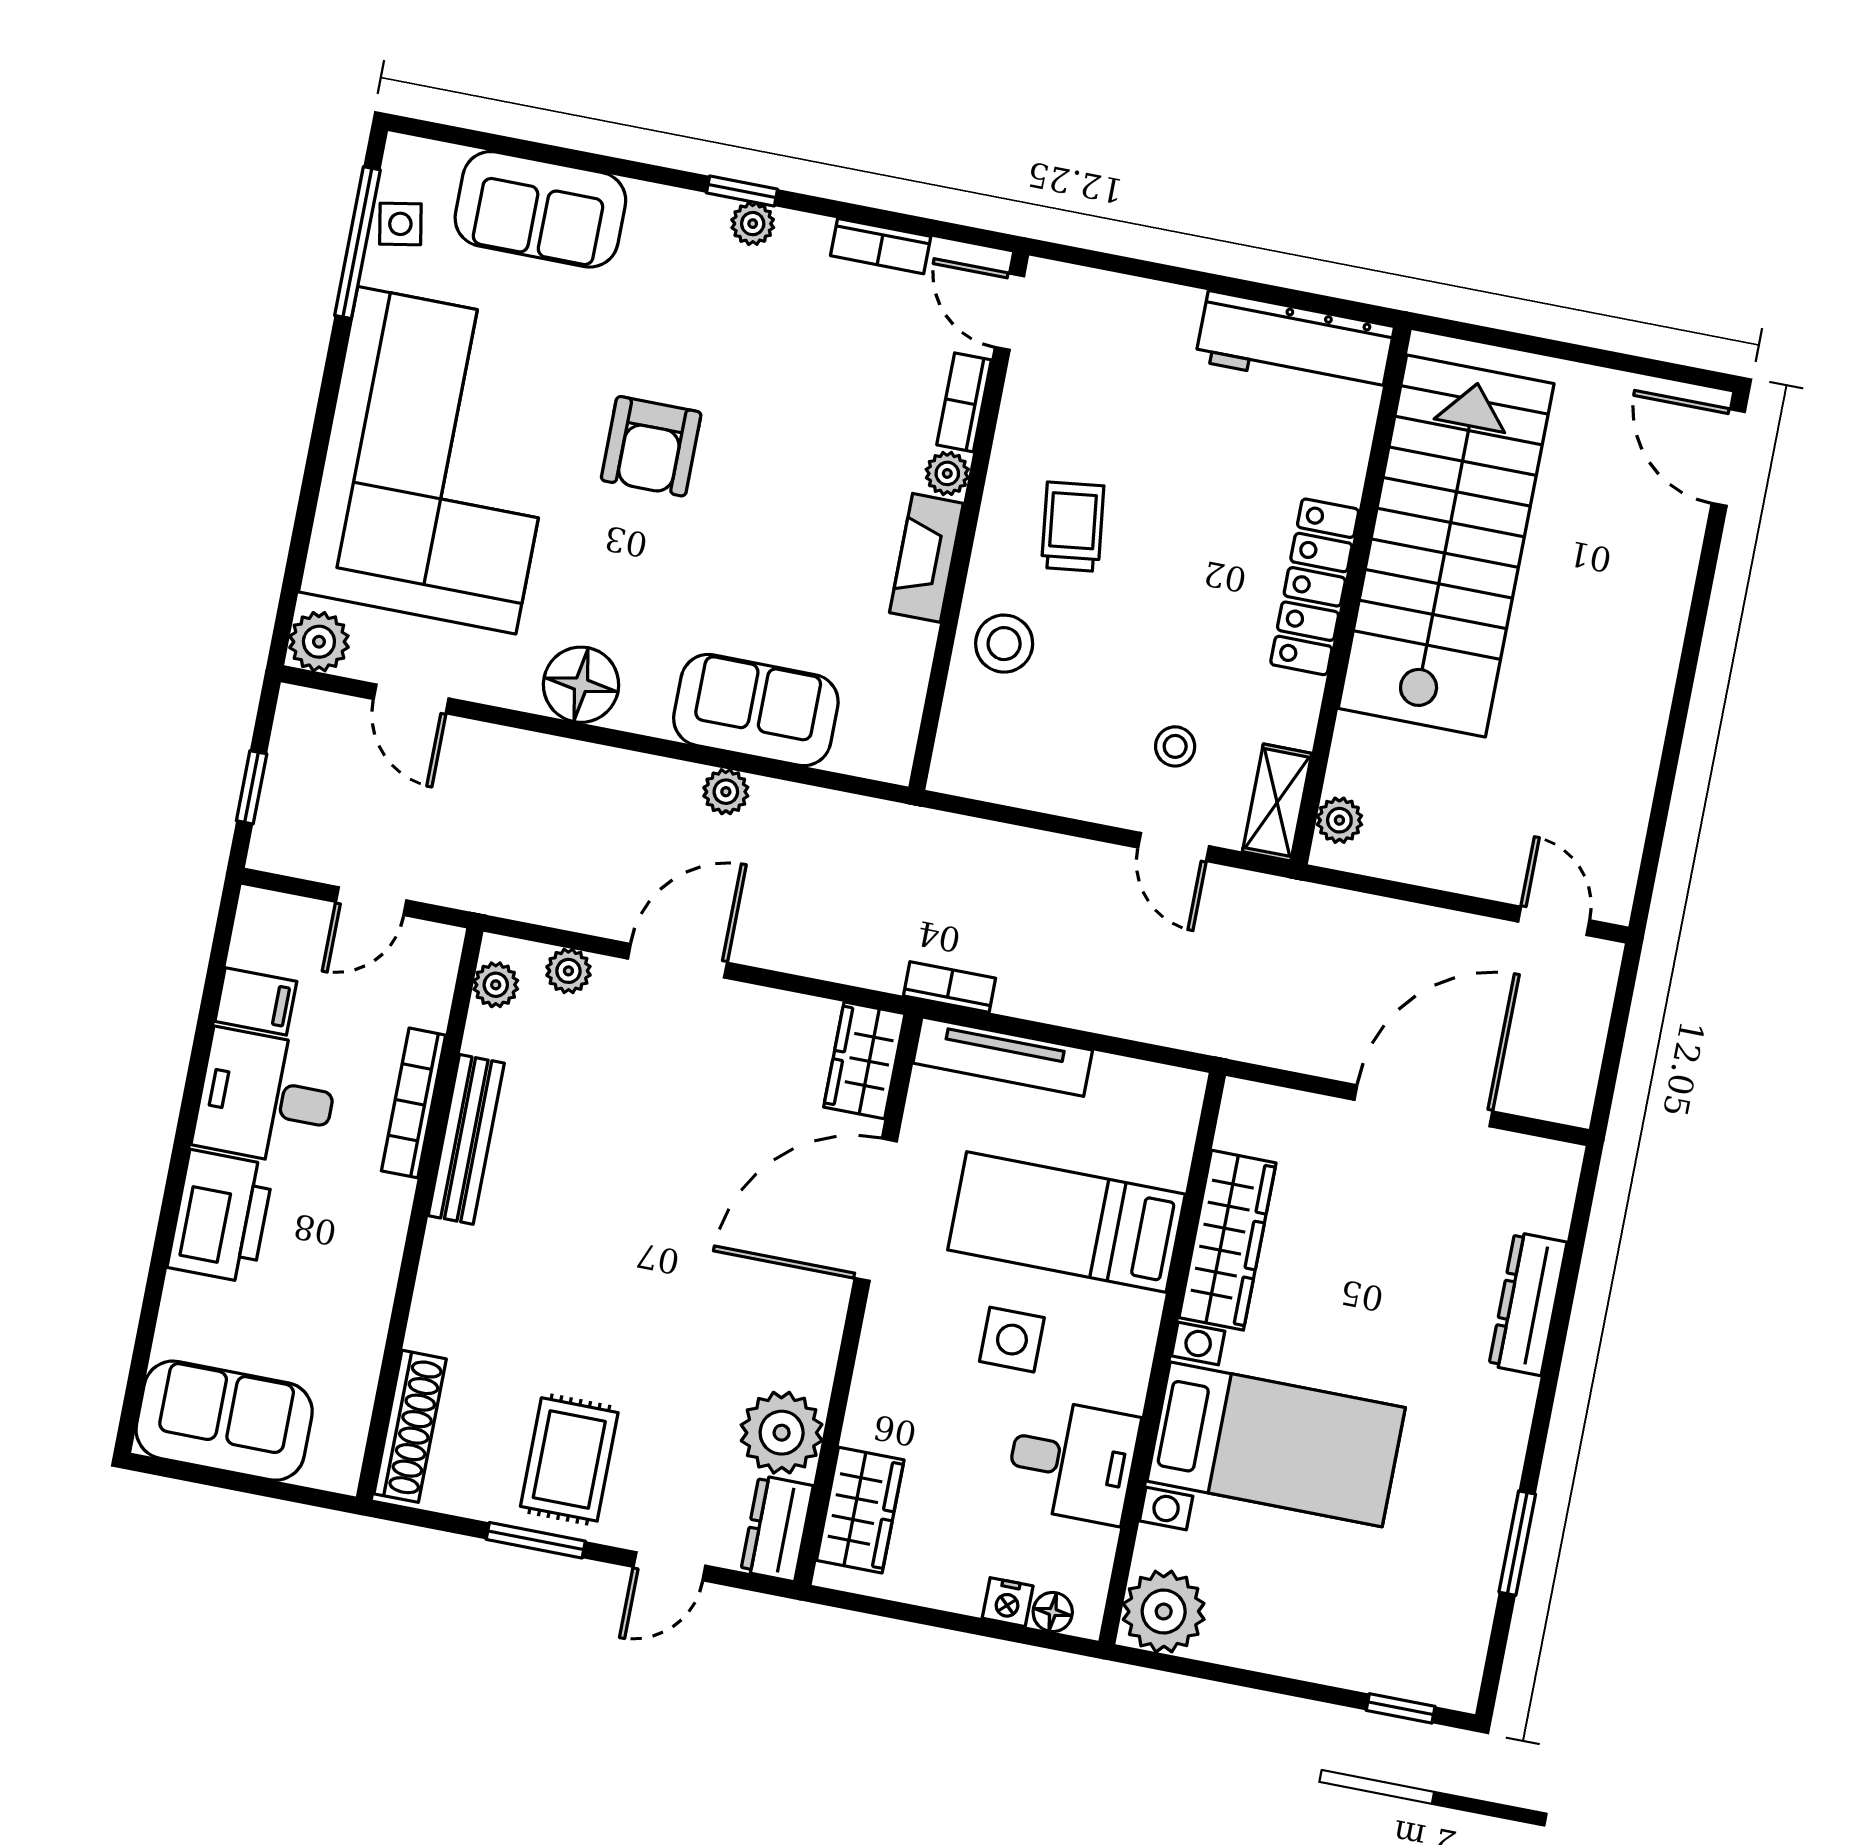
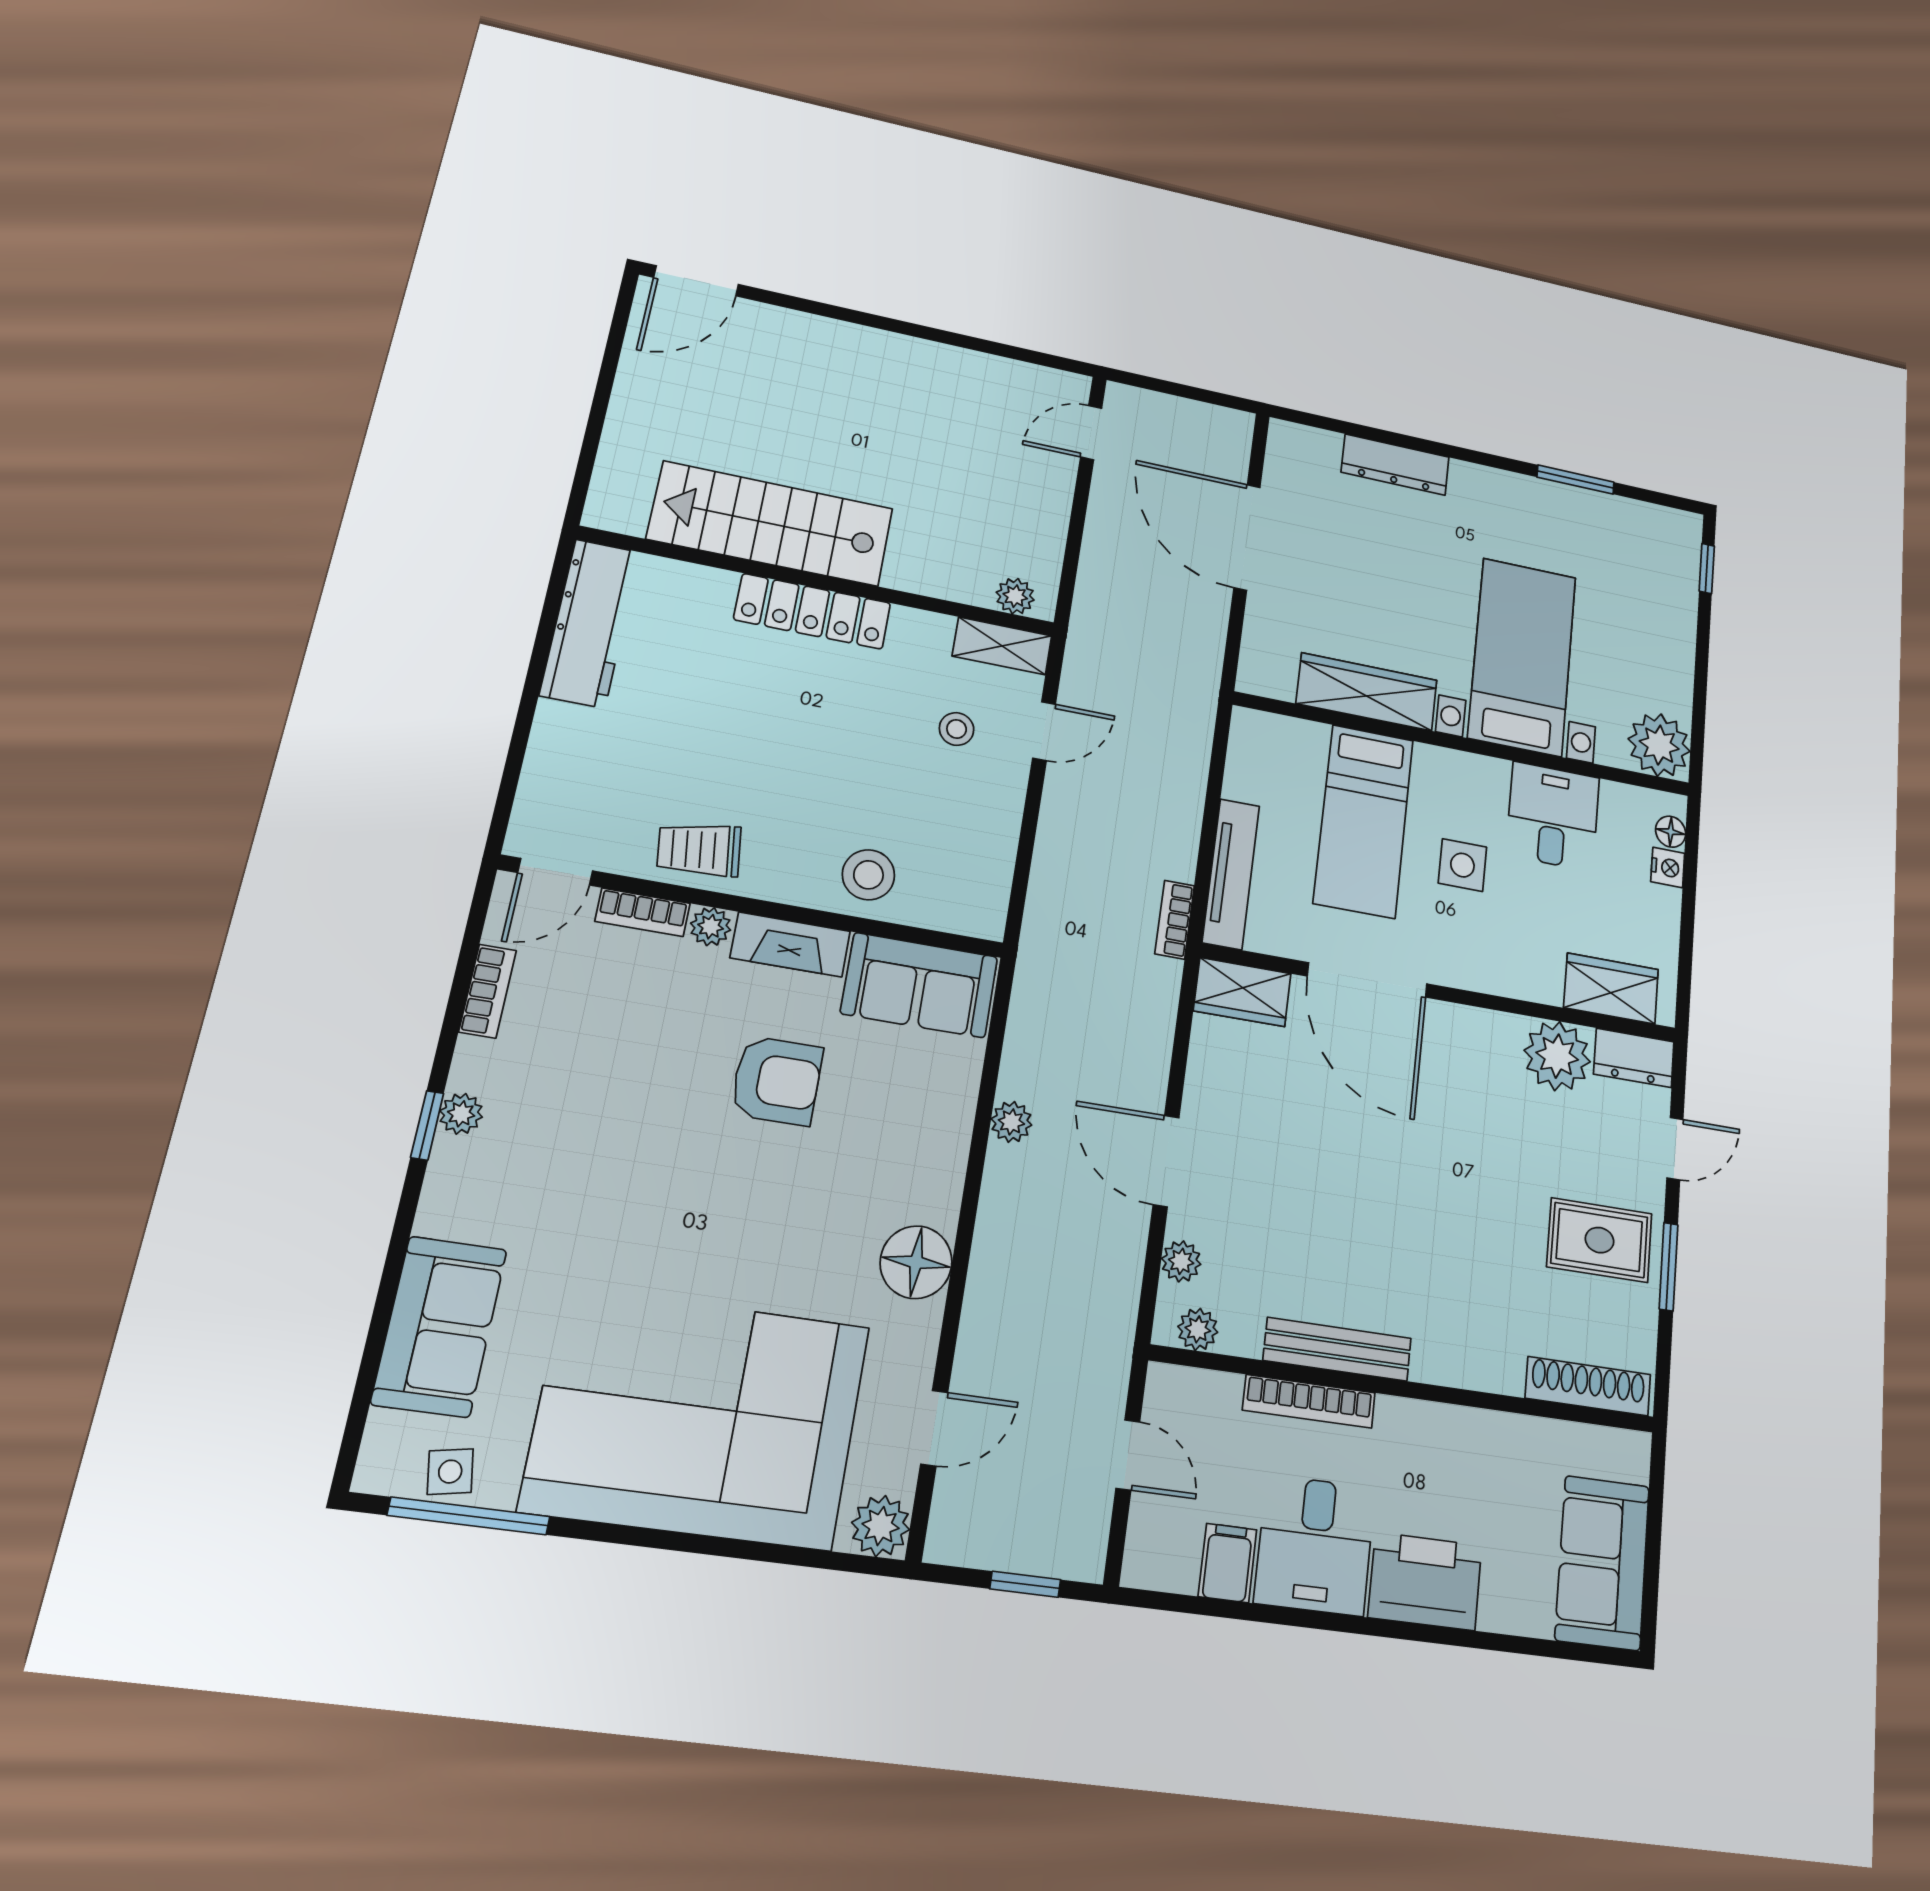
armchair: (651, 446) -> (777, 1081), moved
trolley: (1073, 527) -> (699, 850), moved
stairs: (1446, 546) -> (771, 524), width x0.73, depth x0.66
sofa: (756, 710) -> (919, 985), moved, turned -90
door: (669, 1566) -> (1675, 1149), hinge flipped

